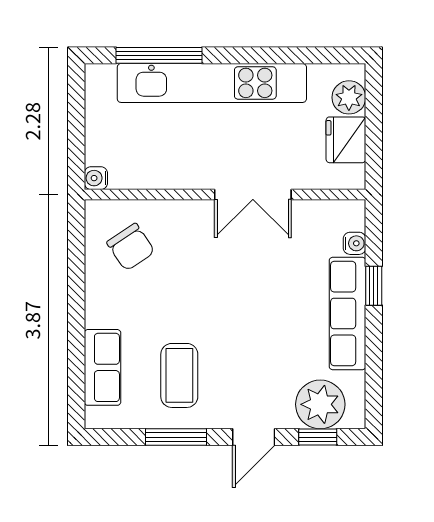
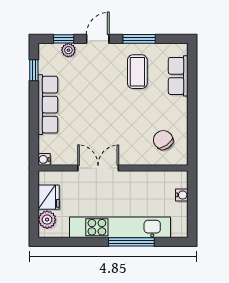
window: (159, 55) -> (131, 242), moved
water cooler: (96, 178) -> (182, 195), moved
water cooler: (355, 243) -> (44, 159), moved
window: (374, 286) -> (34, 70), moved
plant: (320, 404) -> (68, 50), width x0.53, depth x0.53

